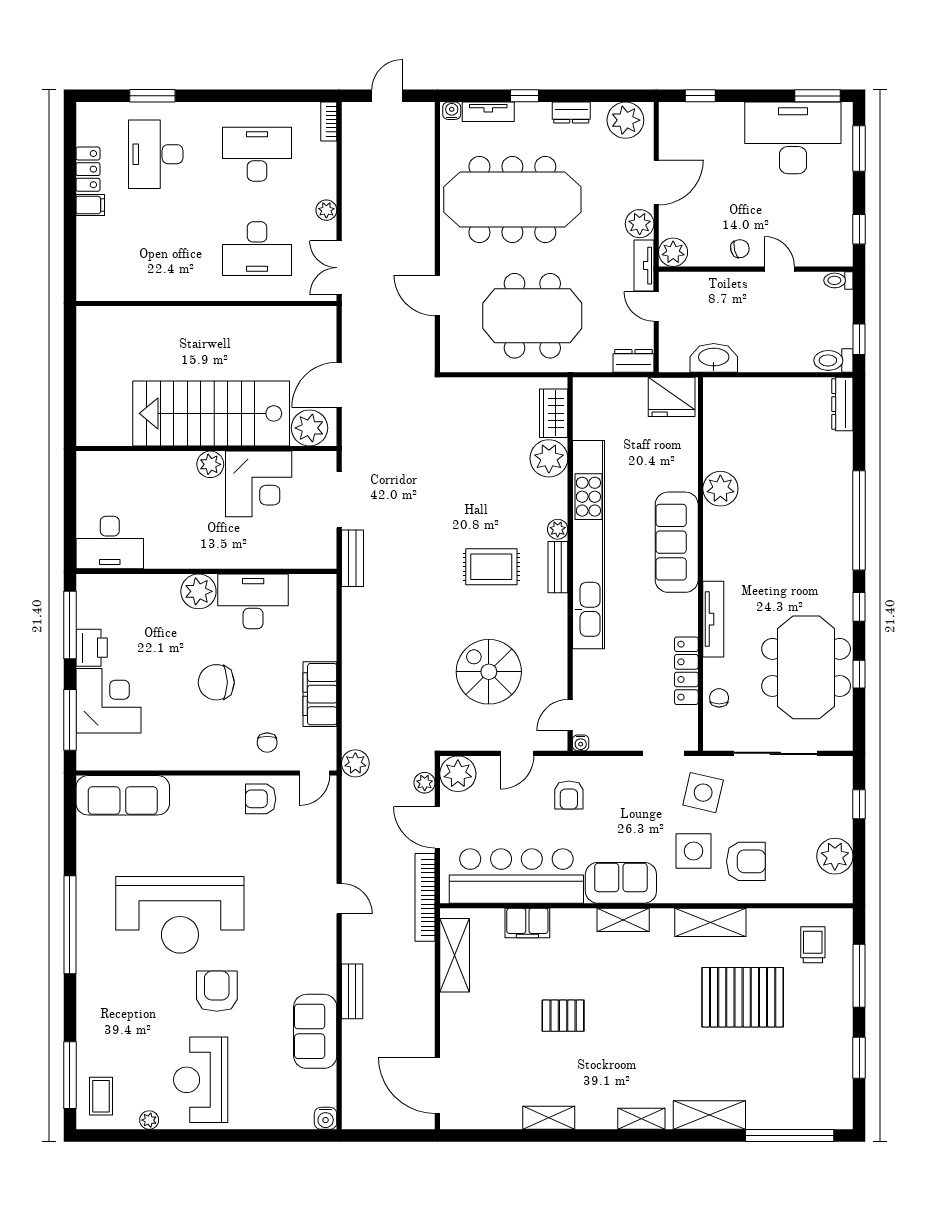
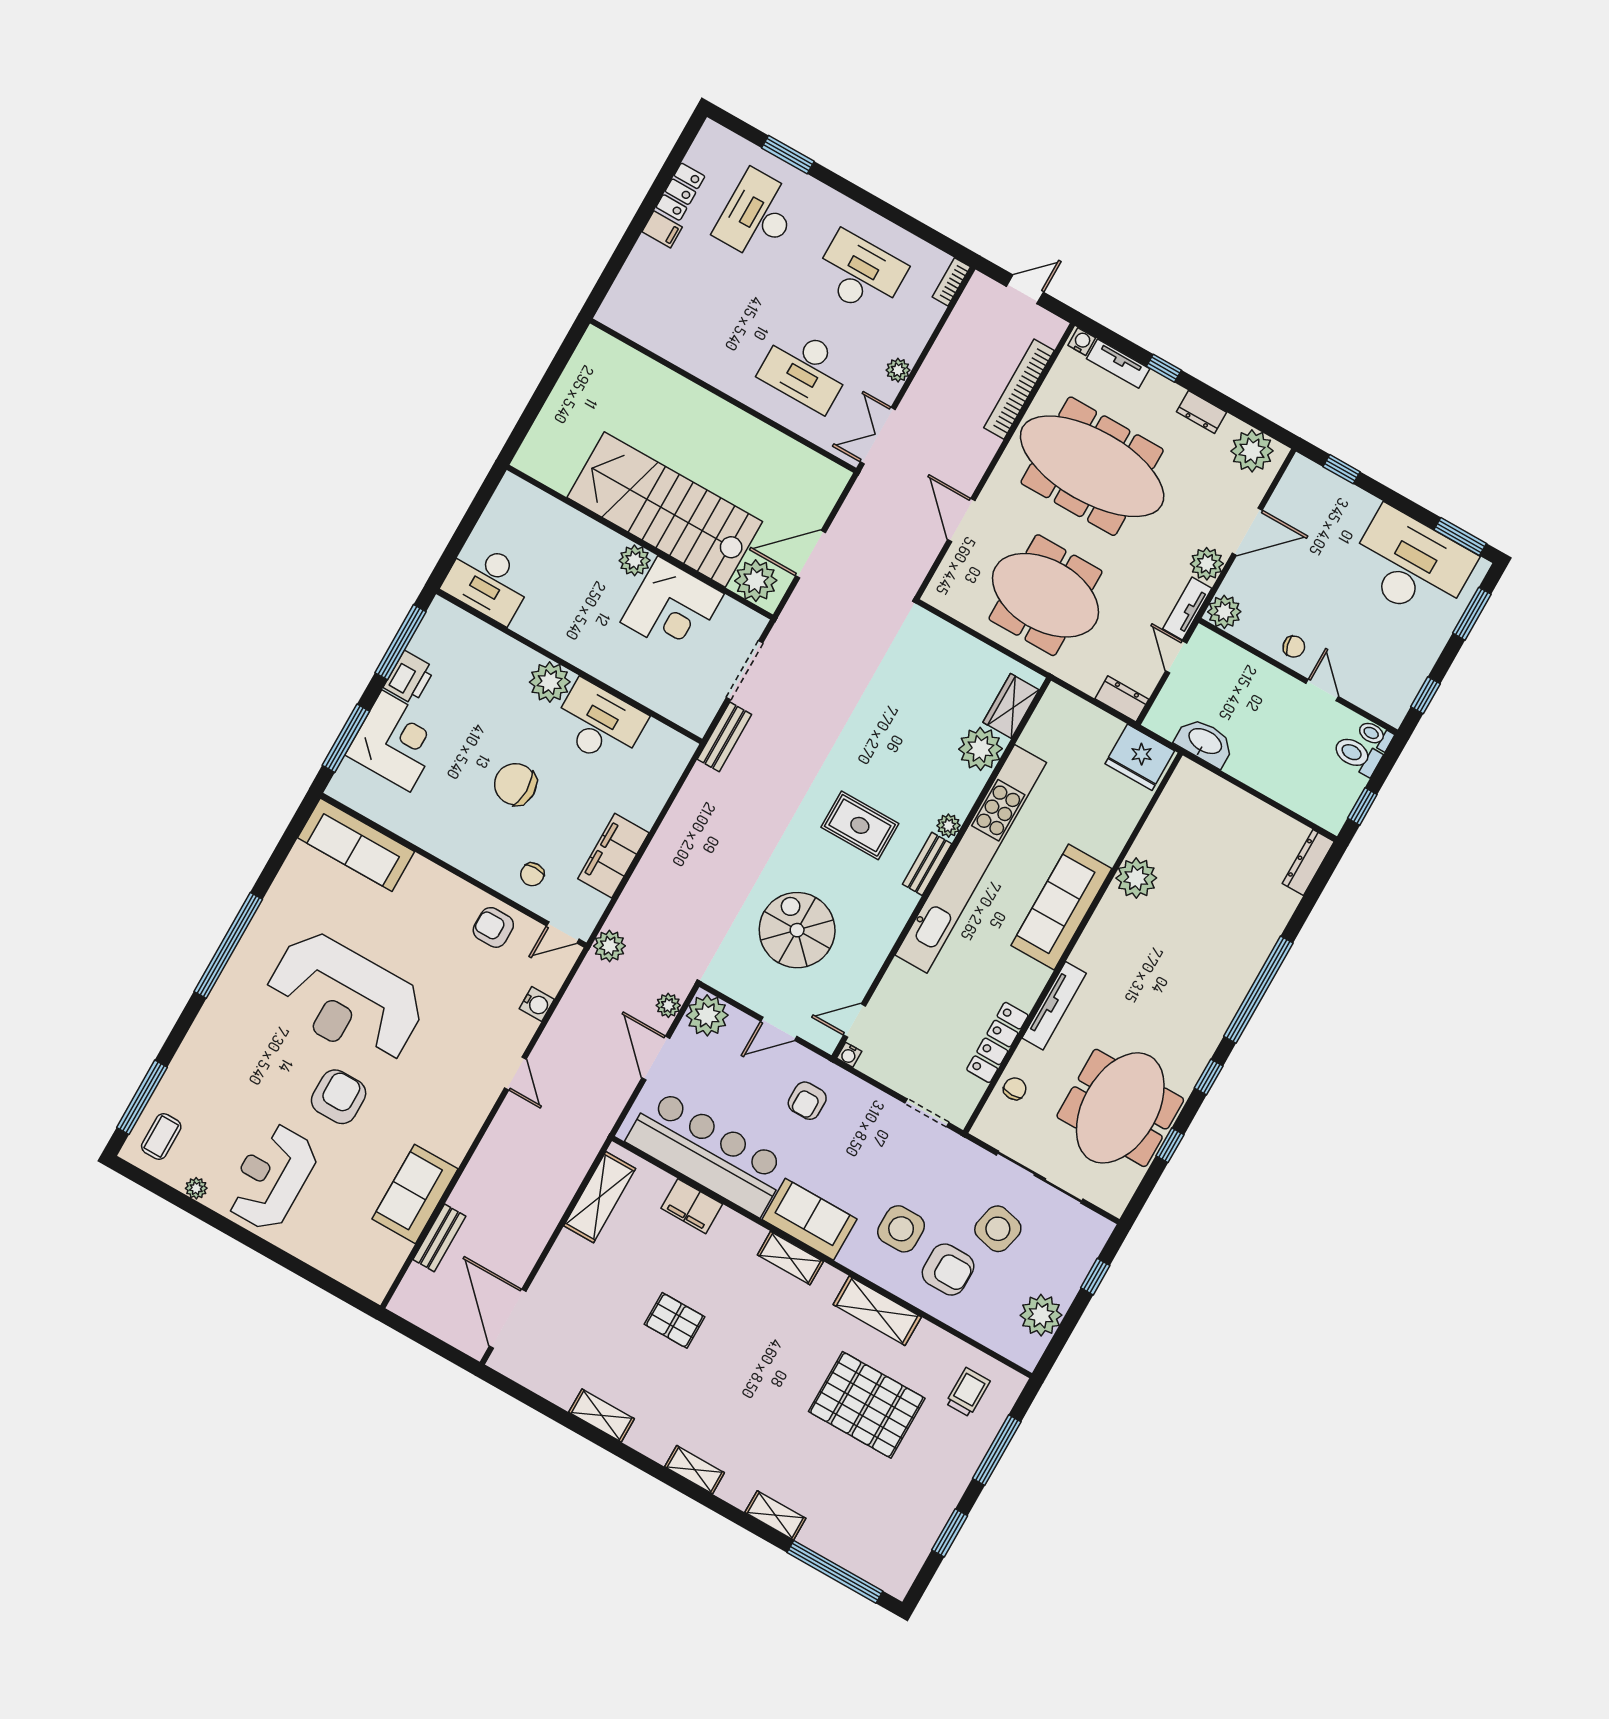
toilet: (833, 360) -> (1357, 755), moved
side table: (703, 793) -> (998, 1229), moved
bookcase: (425, 897) -> (1019, 389), moved
bench: (352, 991) -> (439, 1238), moved
shelving: (709, 1115) -> (775, 1515), width x0.67, depth x0.75
water cooler: (326, 1118) -> (537, 1004), moved, turned -90

